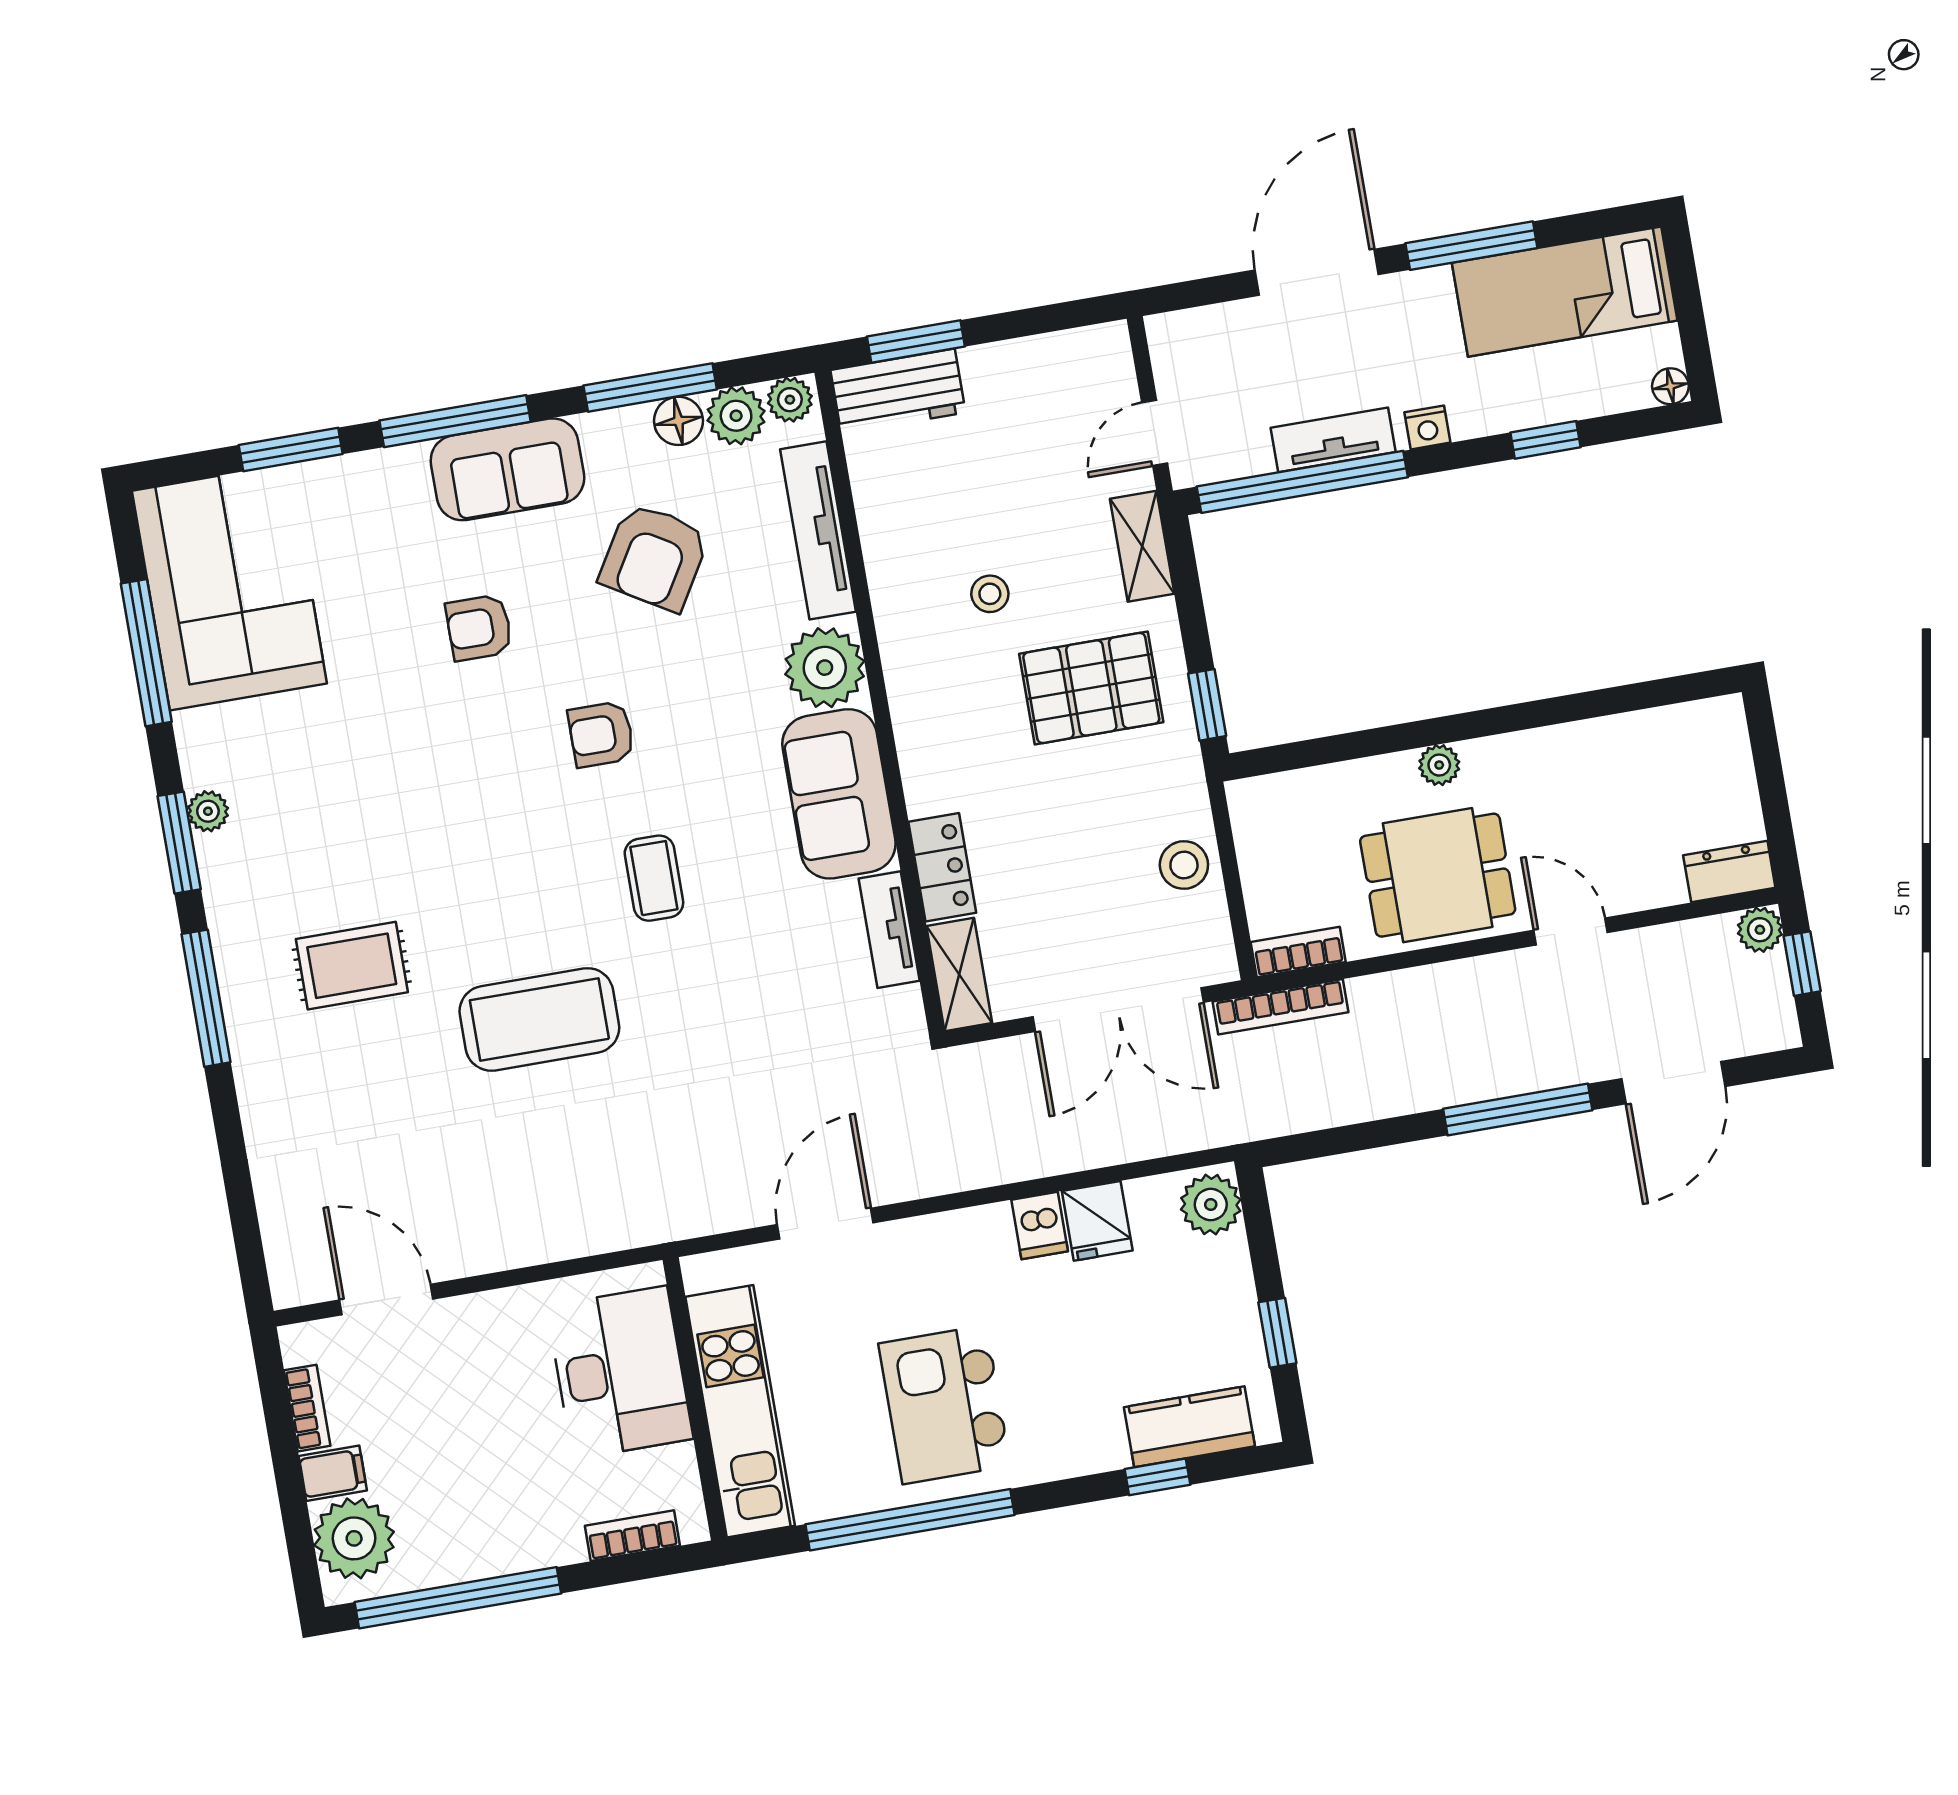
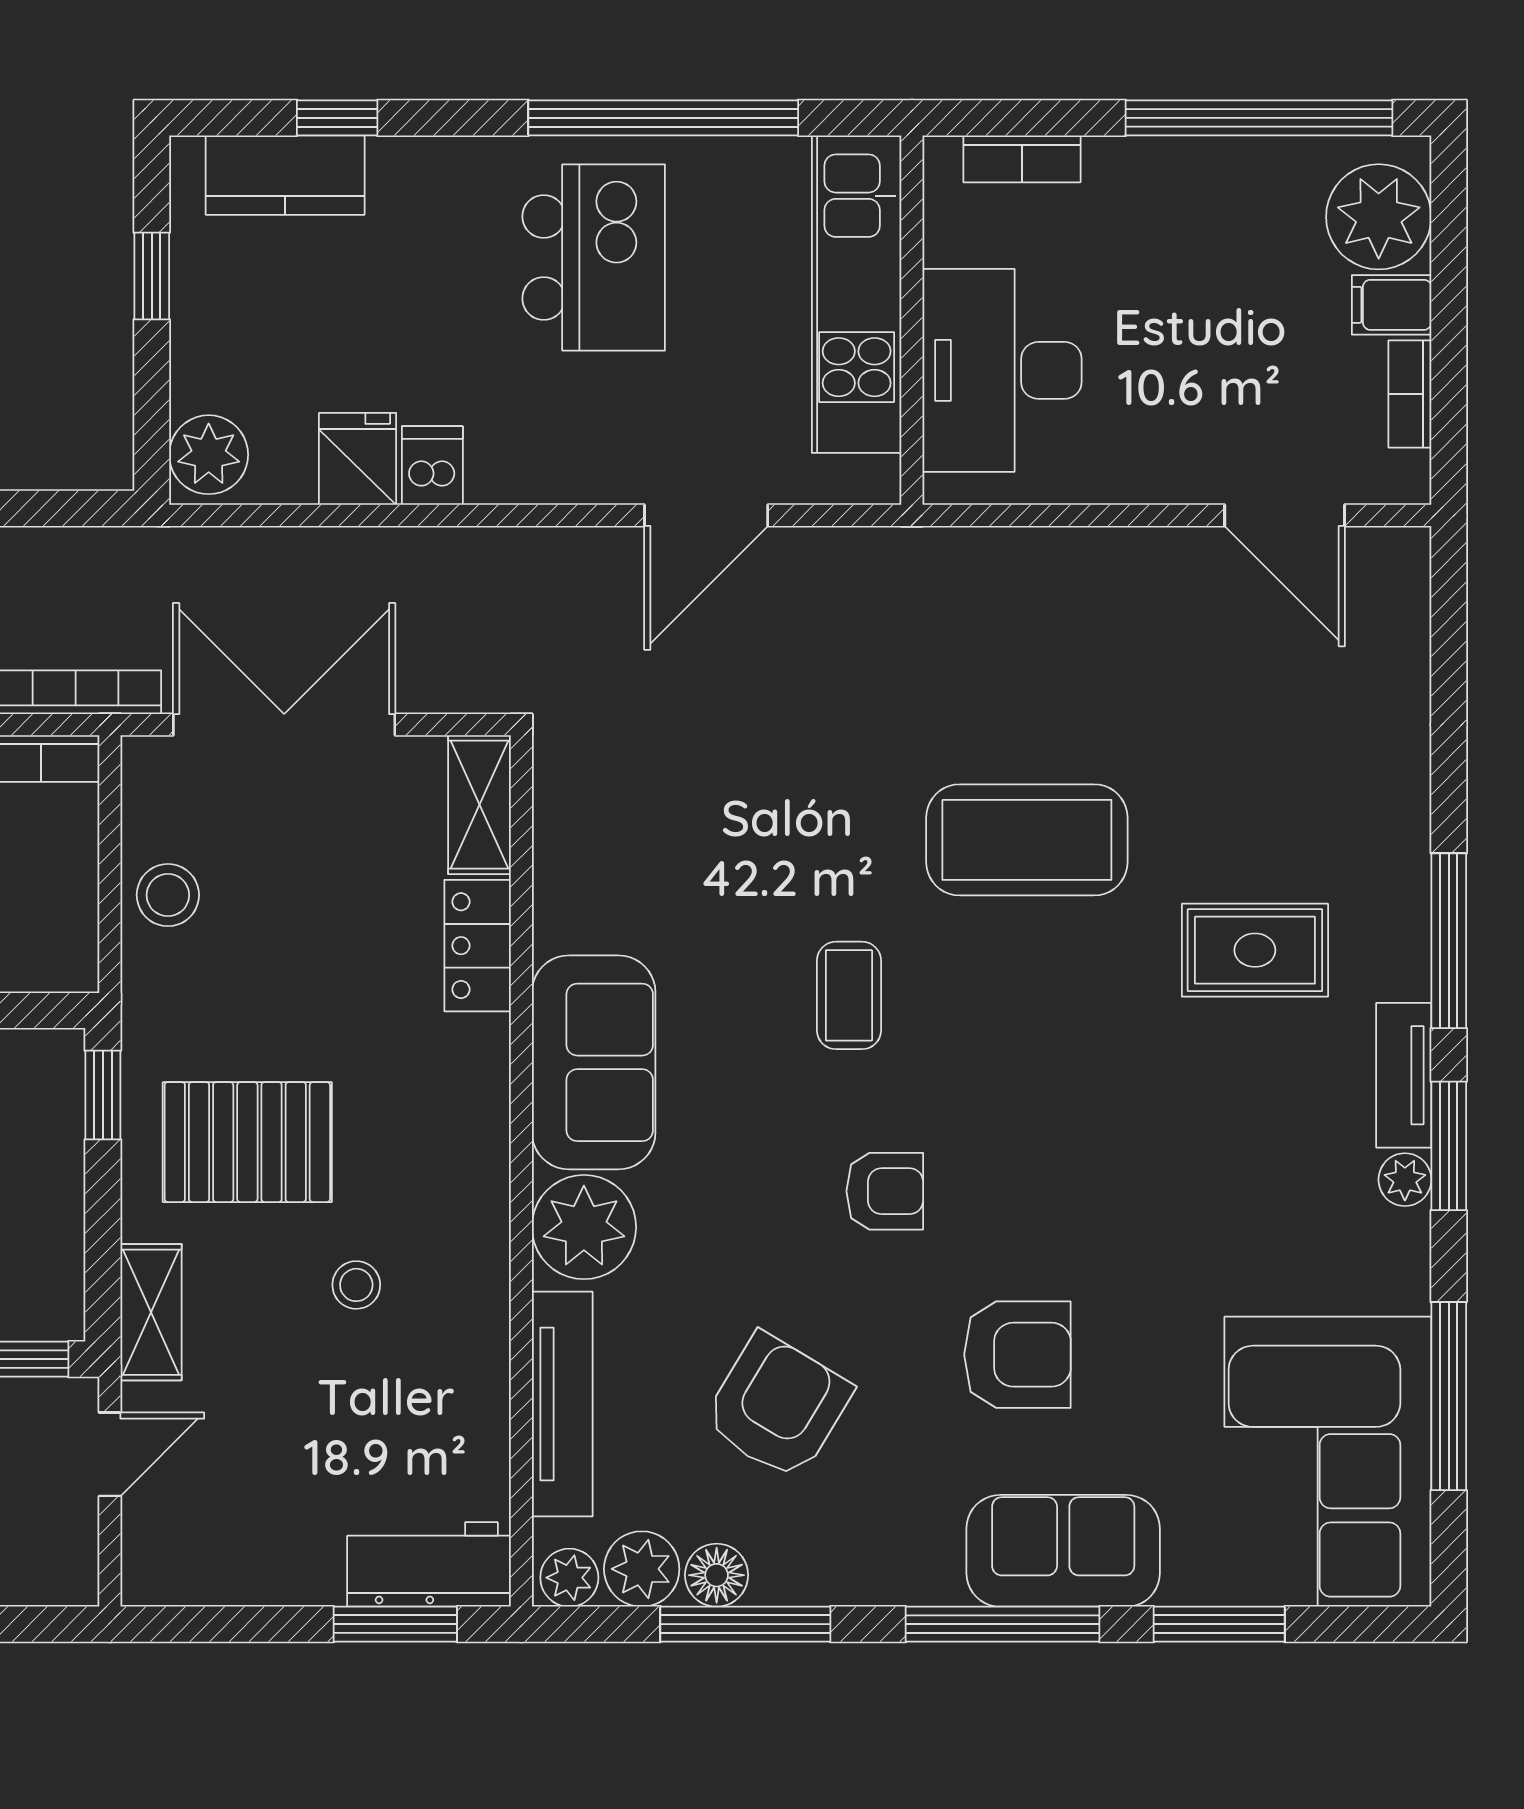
sofa: (507, 469) -> (1063, 1551), moved
armchair: (479, 628) -> (1017, 1355), width x1.38, depth x1.38
tv unit: (889, 930) -> (1404, 1075), moved, turned 180

